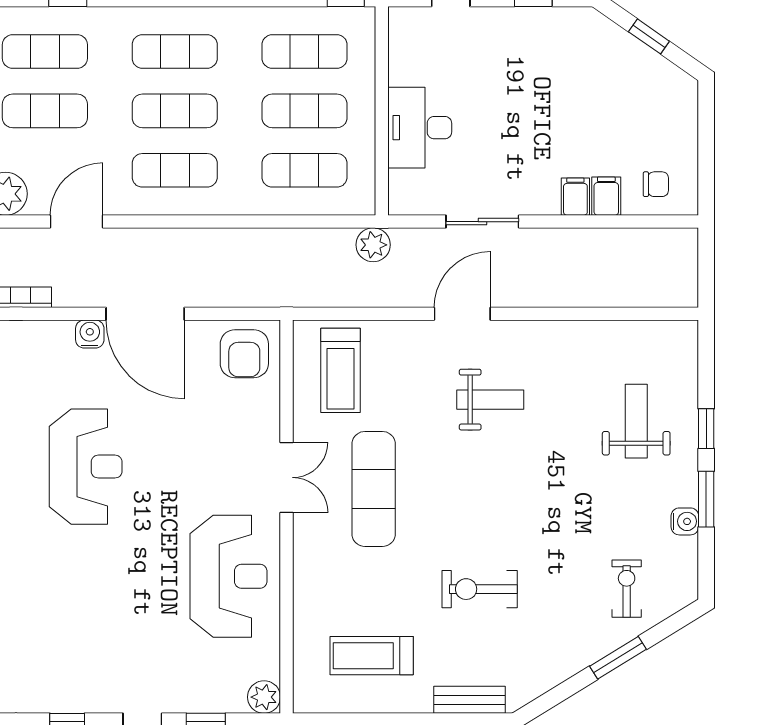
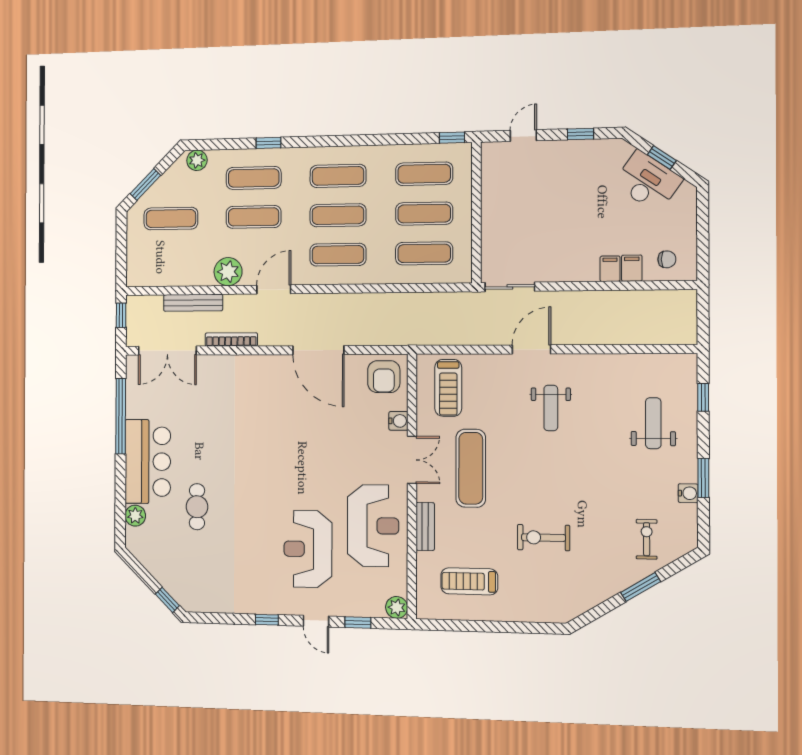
desk: (420, 128) -> (648, 181), moved, turned 125
sliding door: (482, 222) -> (510, 287), moved
plant: (373, 245) -> (470, 303), removed
water cooler: (90, 334) -> (398, 421), moved, turned 90
weight bench: (490, 400) -> (551, 408), turned 90
window: (706, 429) -> (703, 397), moved
reception desk: (86, 467) -> (308, 549), moved, turned 180
bench: (469, 700) -> (425, 526), moved, turned 90

